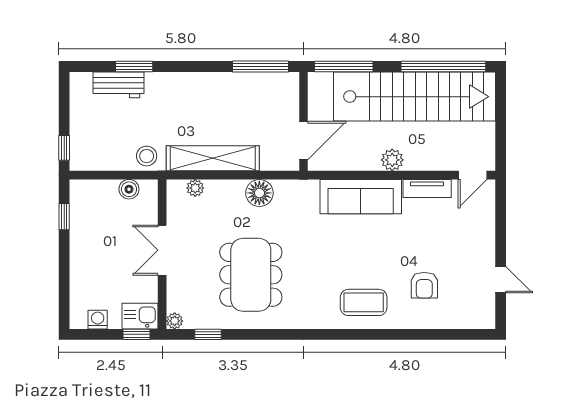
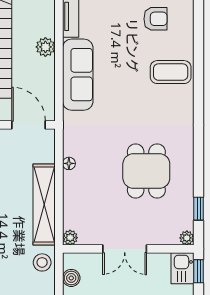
plant: (195, 188) -> (70, 238), moved
floor lamp: (259, 193) -> (69, 163), width x0.53, depth x0.53
dining table: (251, 275) -> (146, 171), width x0.73
coffee table: (364, 302) -> (171, 72), turned 90

